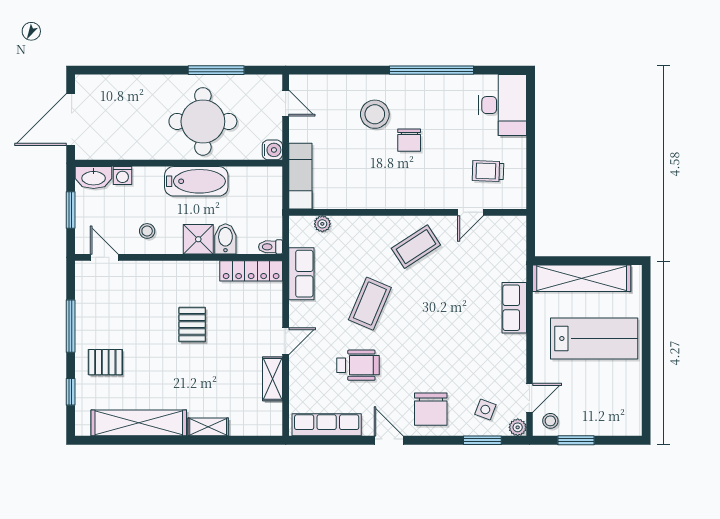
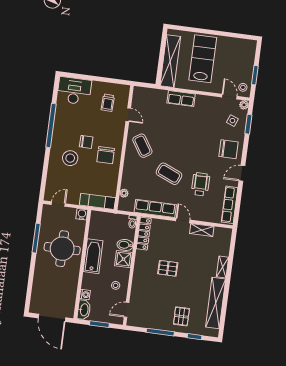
chair: (389, 180) -> (106, 155), added
row of seats: (301, 274) -> (155, 208), width x1.48

